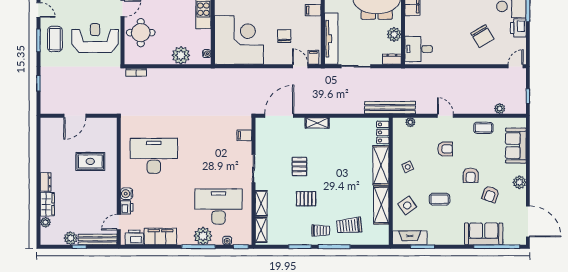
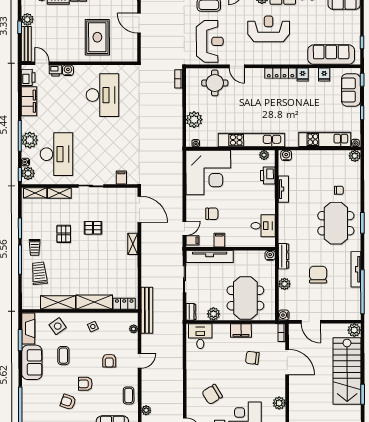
filing cabinet: (313, 10) -> (219, 240), moved
rug: (90, 161) -> (97, 37), width x1.36, depth x1.43
sofa: (484, 234) -> (32, 362), moved
plant: (240, 238) -> (28, 173), added

